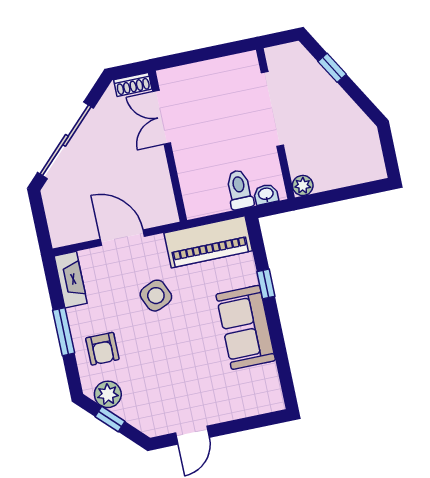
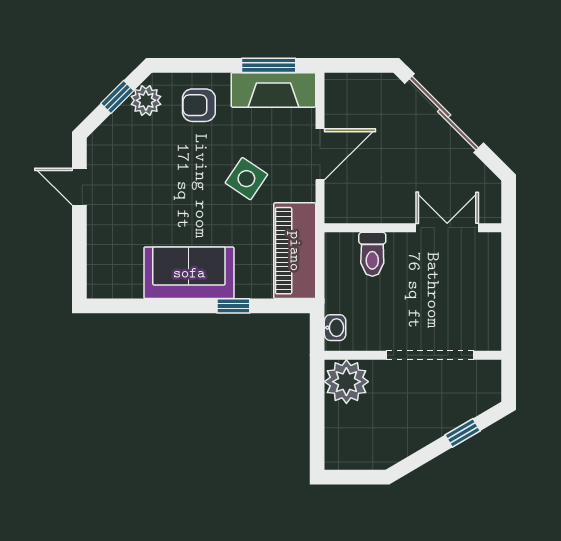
shoe rack: (133, 84) -> (491, 203), removed
plant: (303, 185) -> (346, 382), width x1.87, depth x1.87
toilet: (240, 190) -> (372, 254), moved, turned 90
fireplace: (71, 280) -> (274, 90), width x1.37, depth x1.32
side table: (156, 296) -> (246, 179), turned -32
window: (64, 332) -> (269, 65), moved

